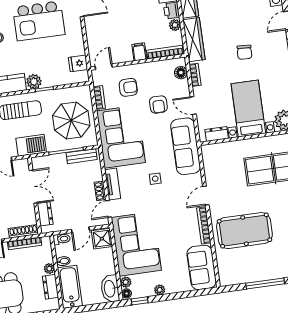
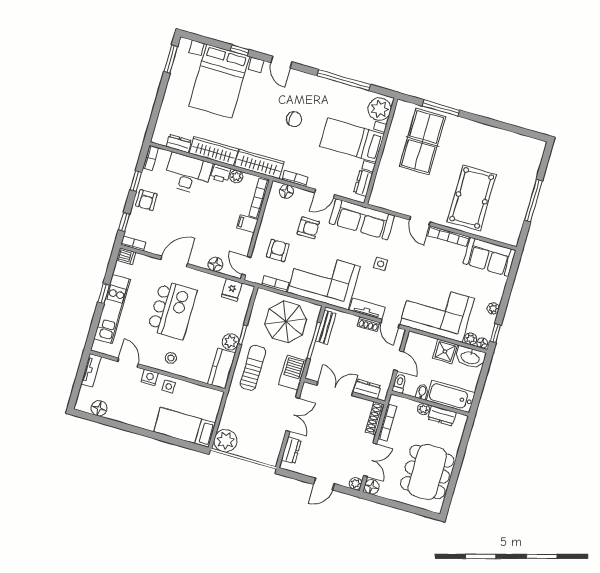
floor lamp: (93, 40) -> (215, 264), added
shower: (102, 239) -> (445, 351), moved

